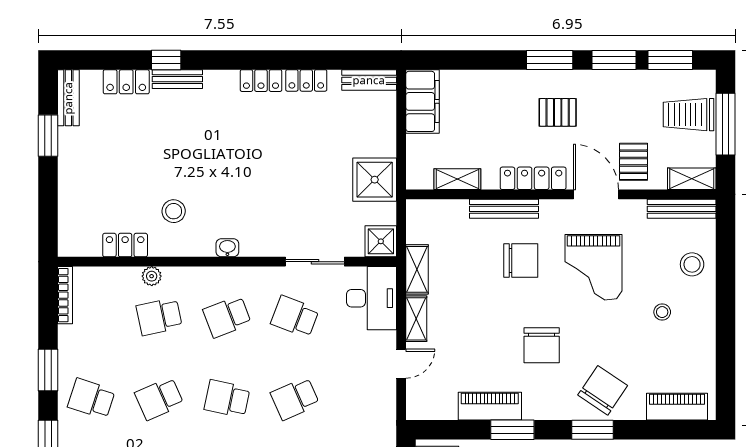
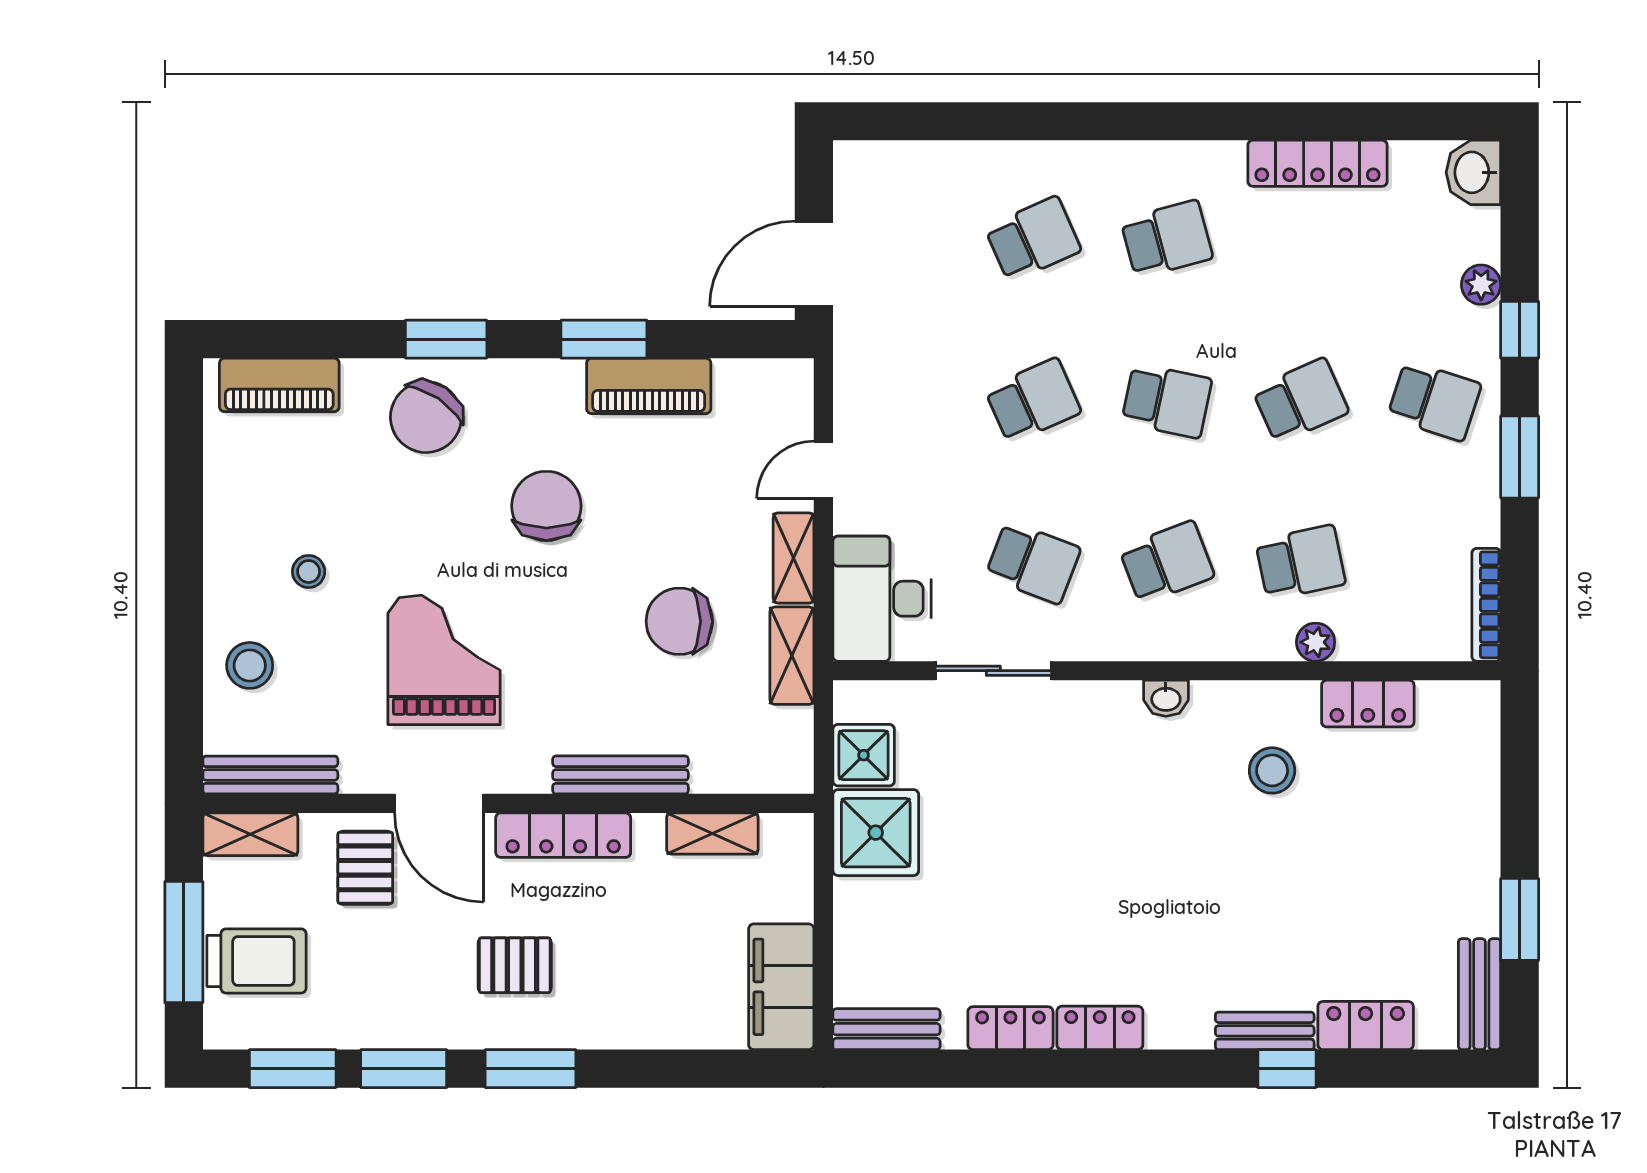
shower: (381, 241) -> (864, 755), moved
chair: (521, 261) -> (679, 621), moved

